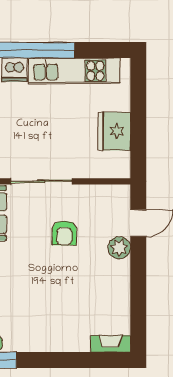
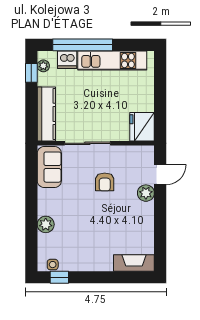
fridge: (114, 131) -> (142, 127), moved
fireplace: (111, 344) -> (134, 263), width x1.37, depth x1.32

